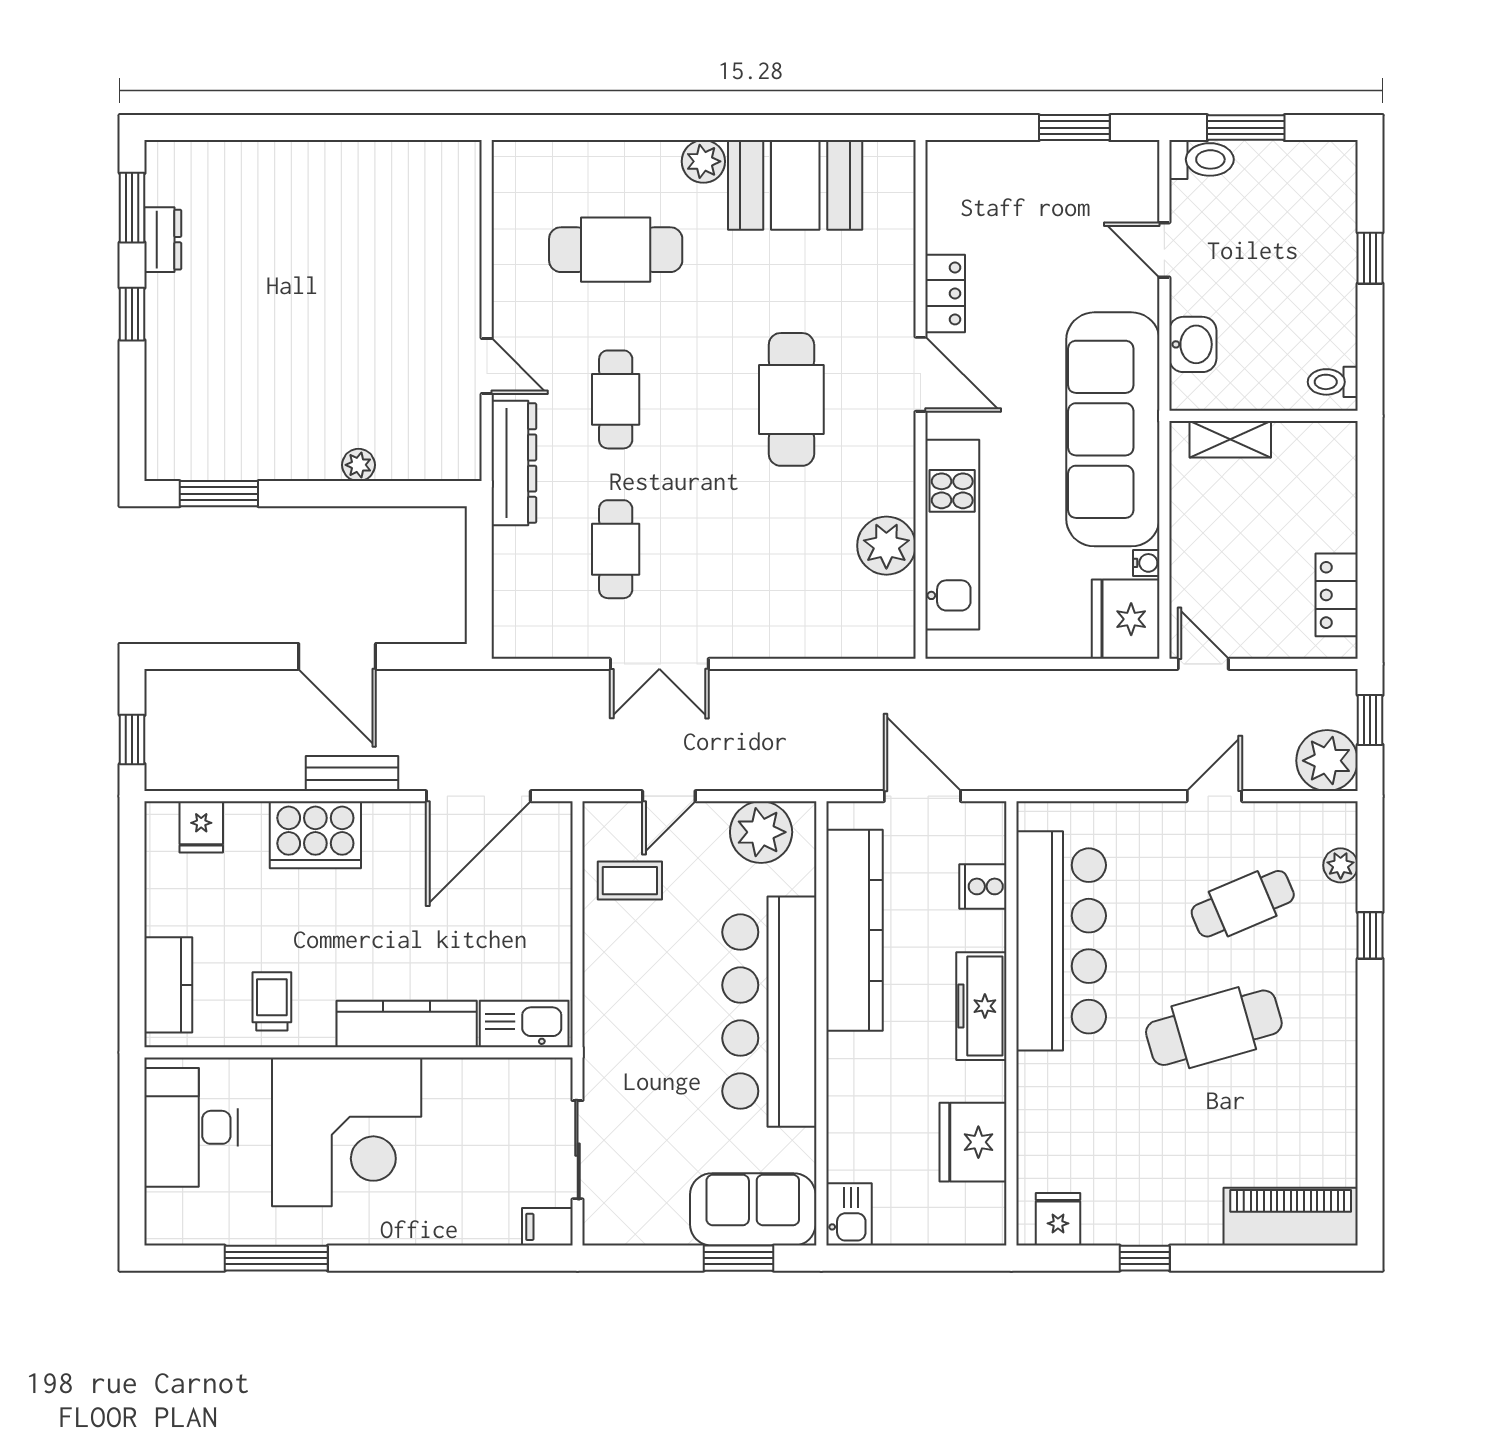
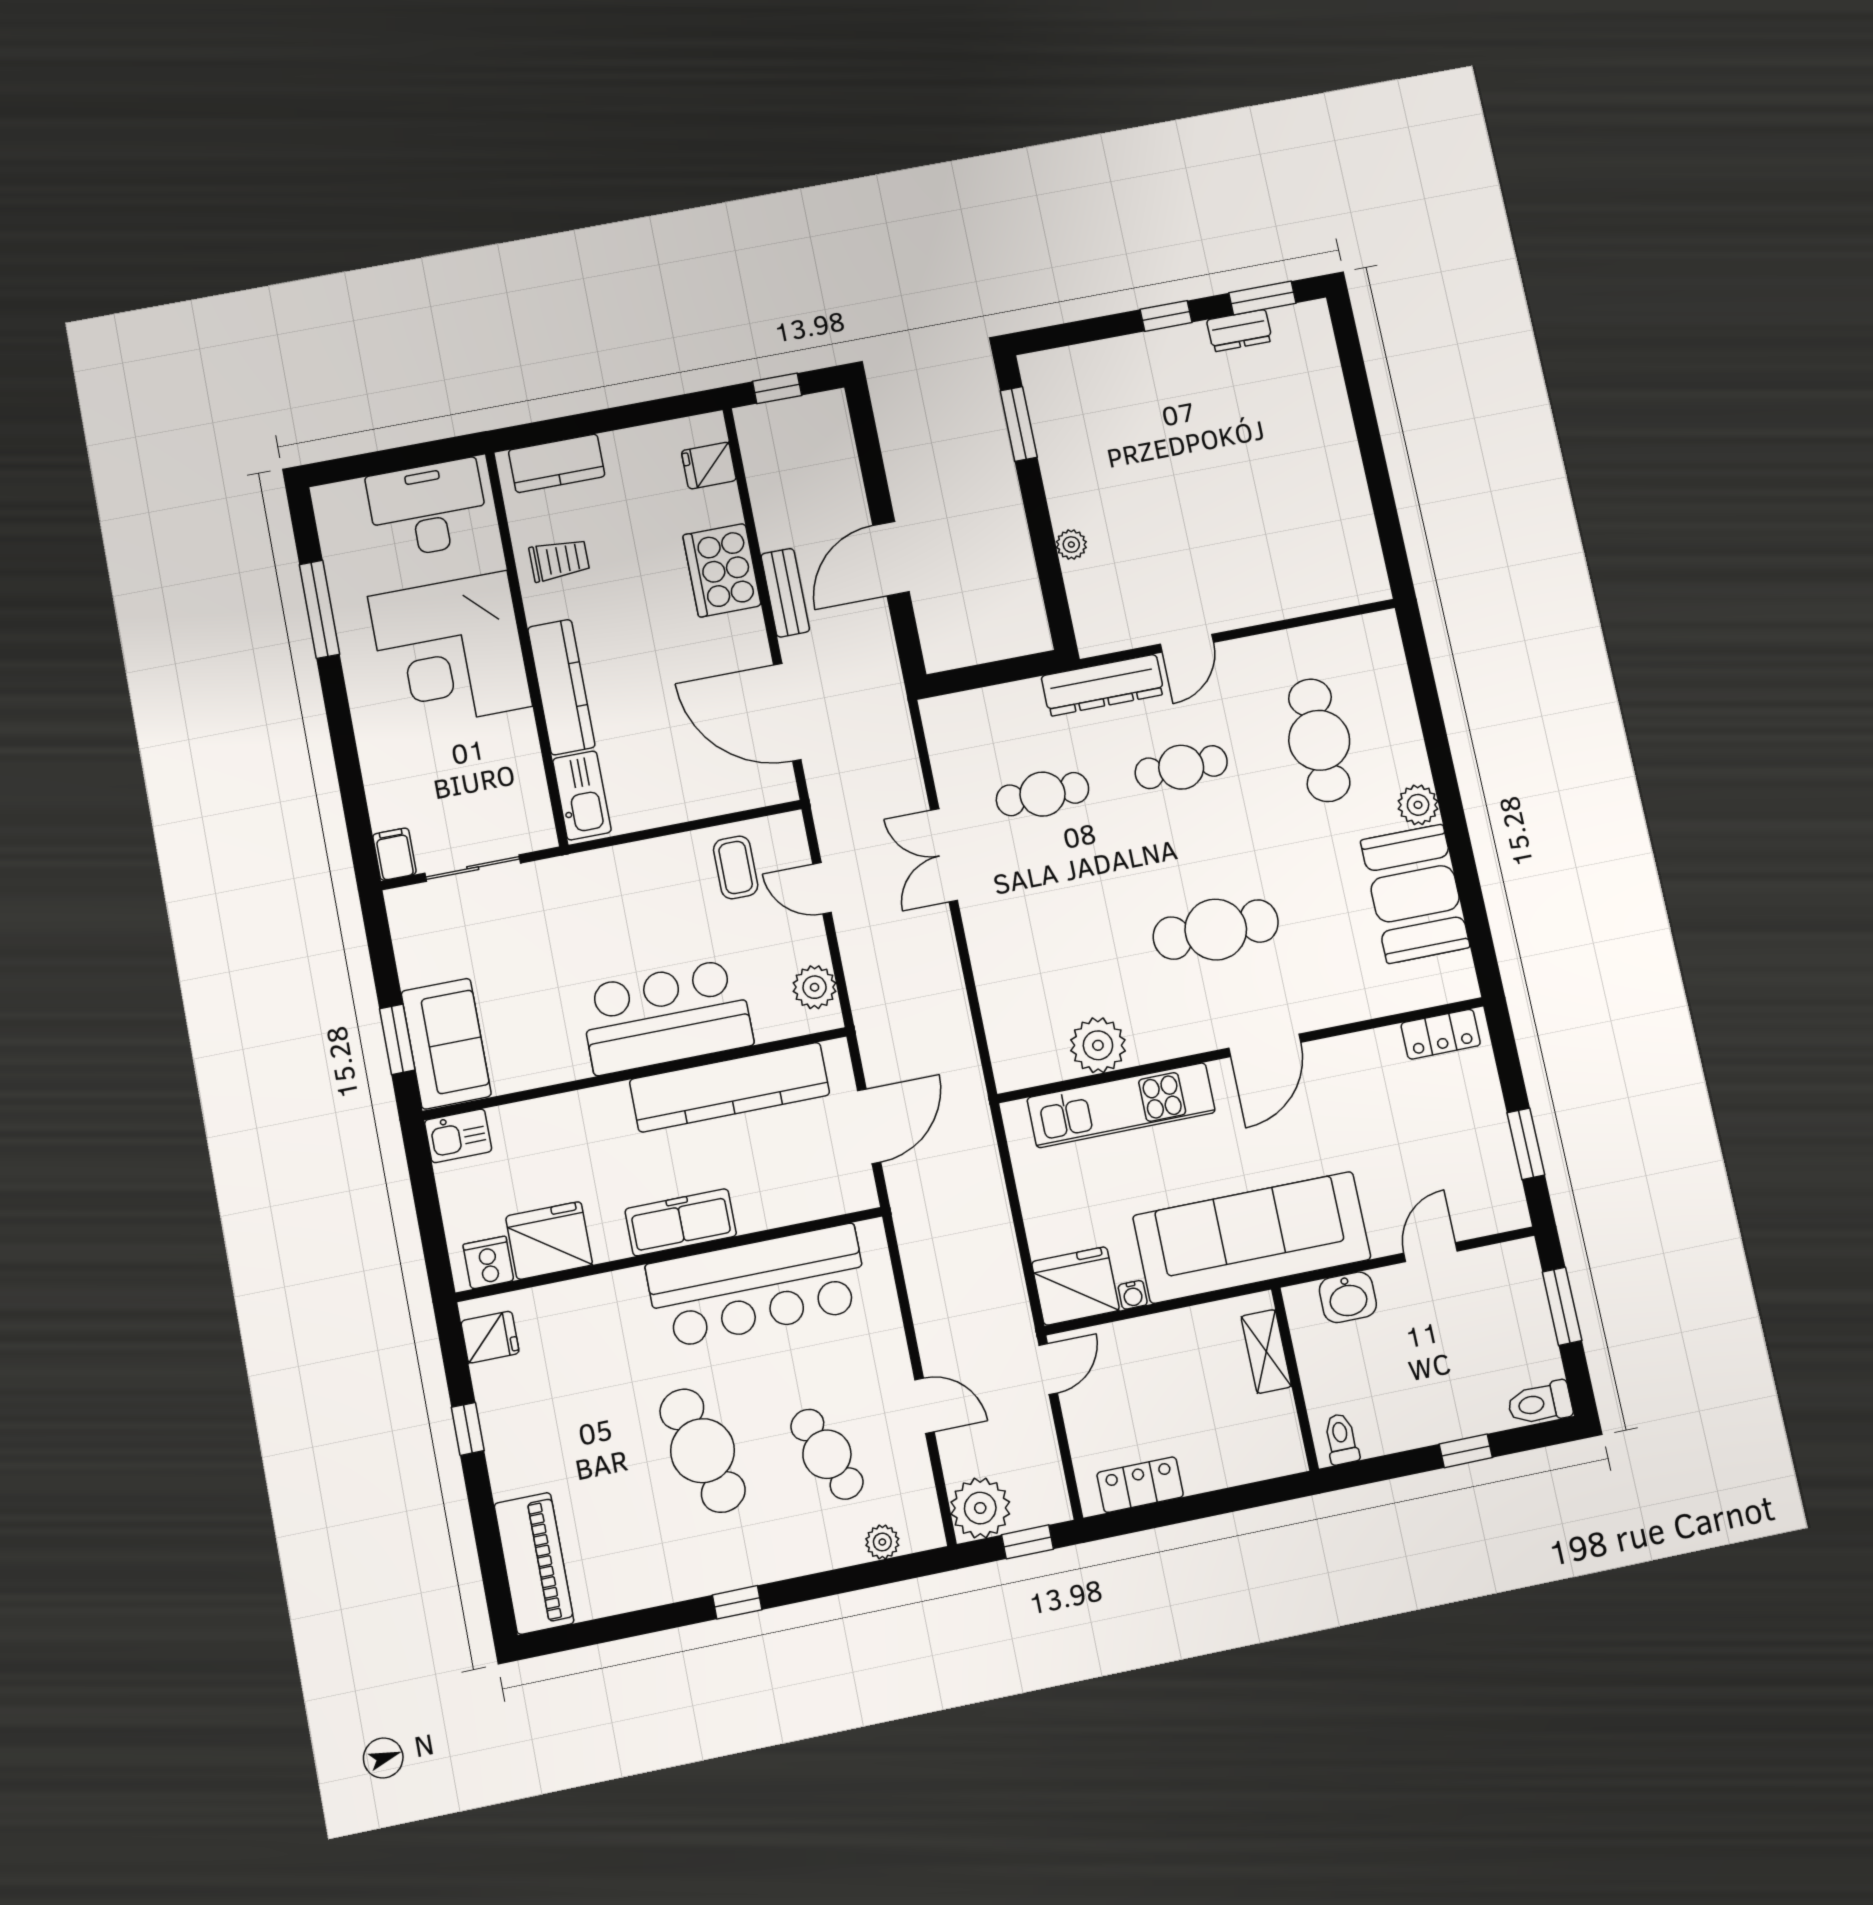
toilet: (1201, 159) -> (1540, 1403), moved, turned 90
locker: (945, 293) -> (1441, 1034), moved
plant: (761, 832) -> (815, 987), width x0.73, depth x0.73
cooker: (983, 886) -> (488, 1263), moved
window: (1370, 935) -> (737, 1602), moved
bar counter: (769, 1012) -> (666, 1017), width x0.73

